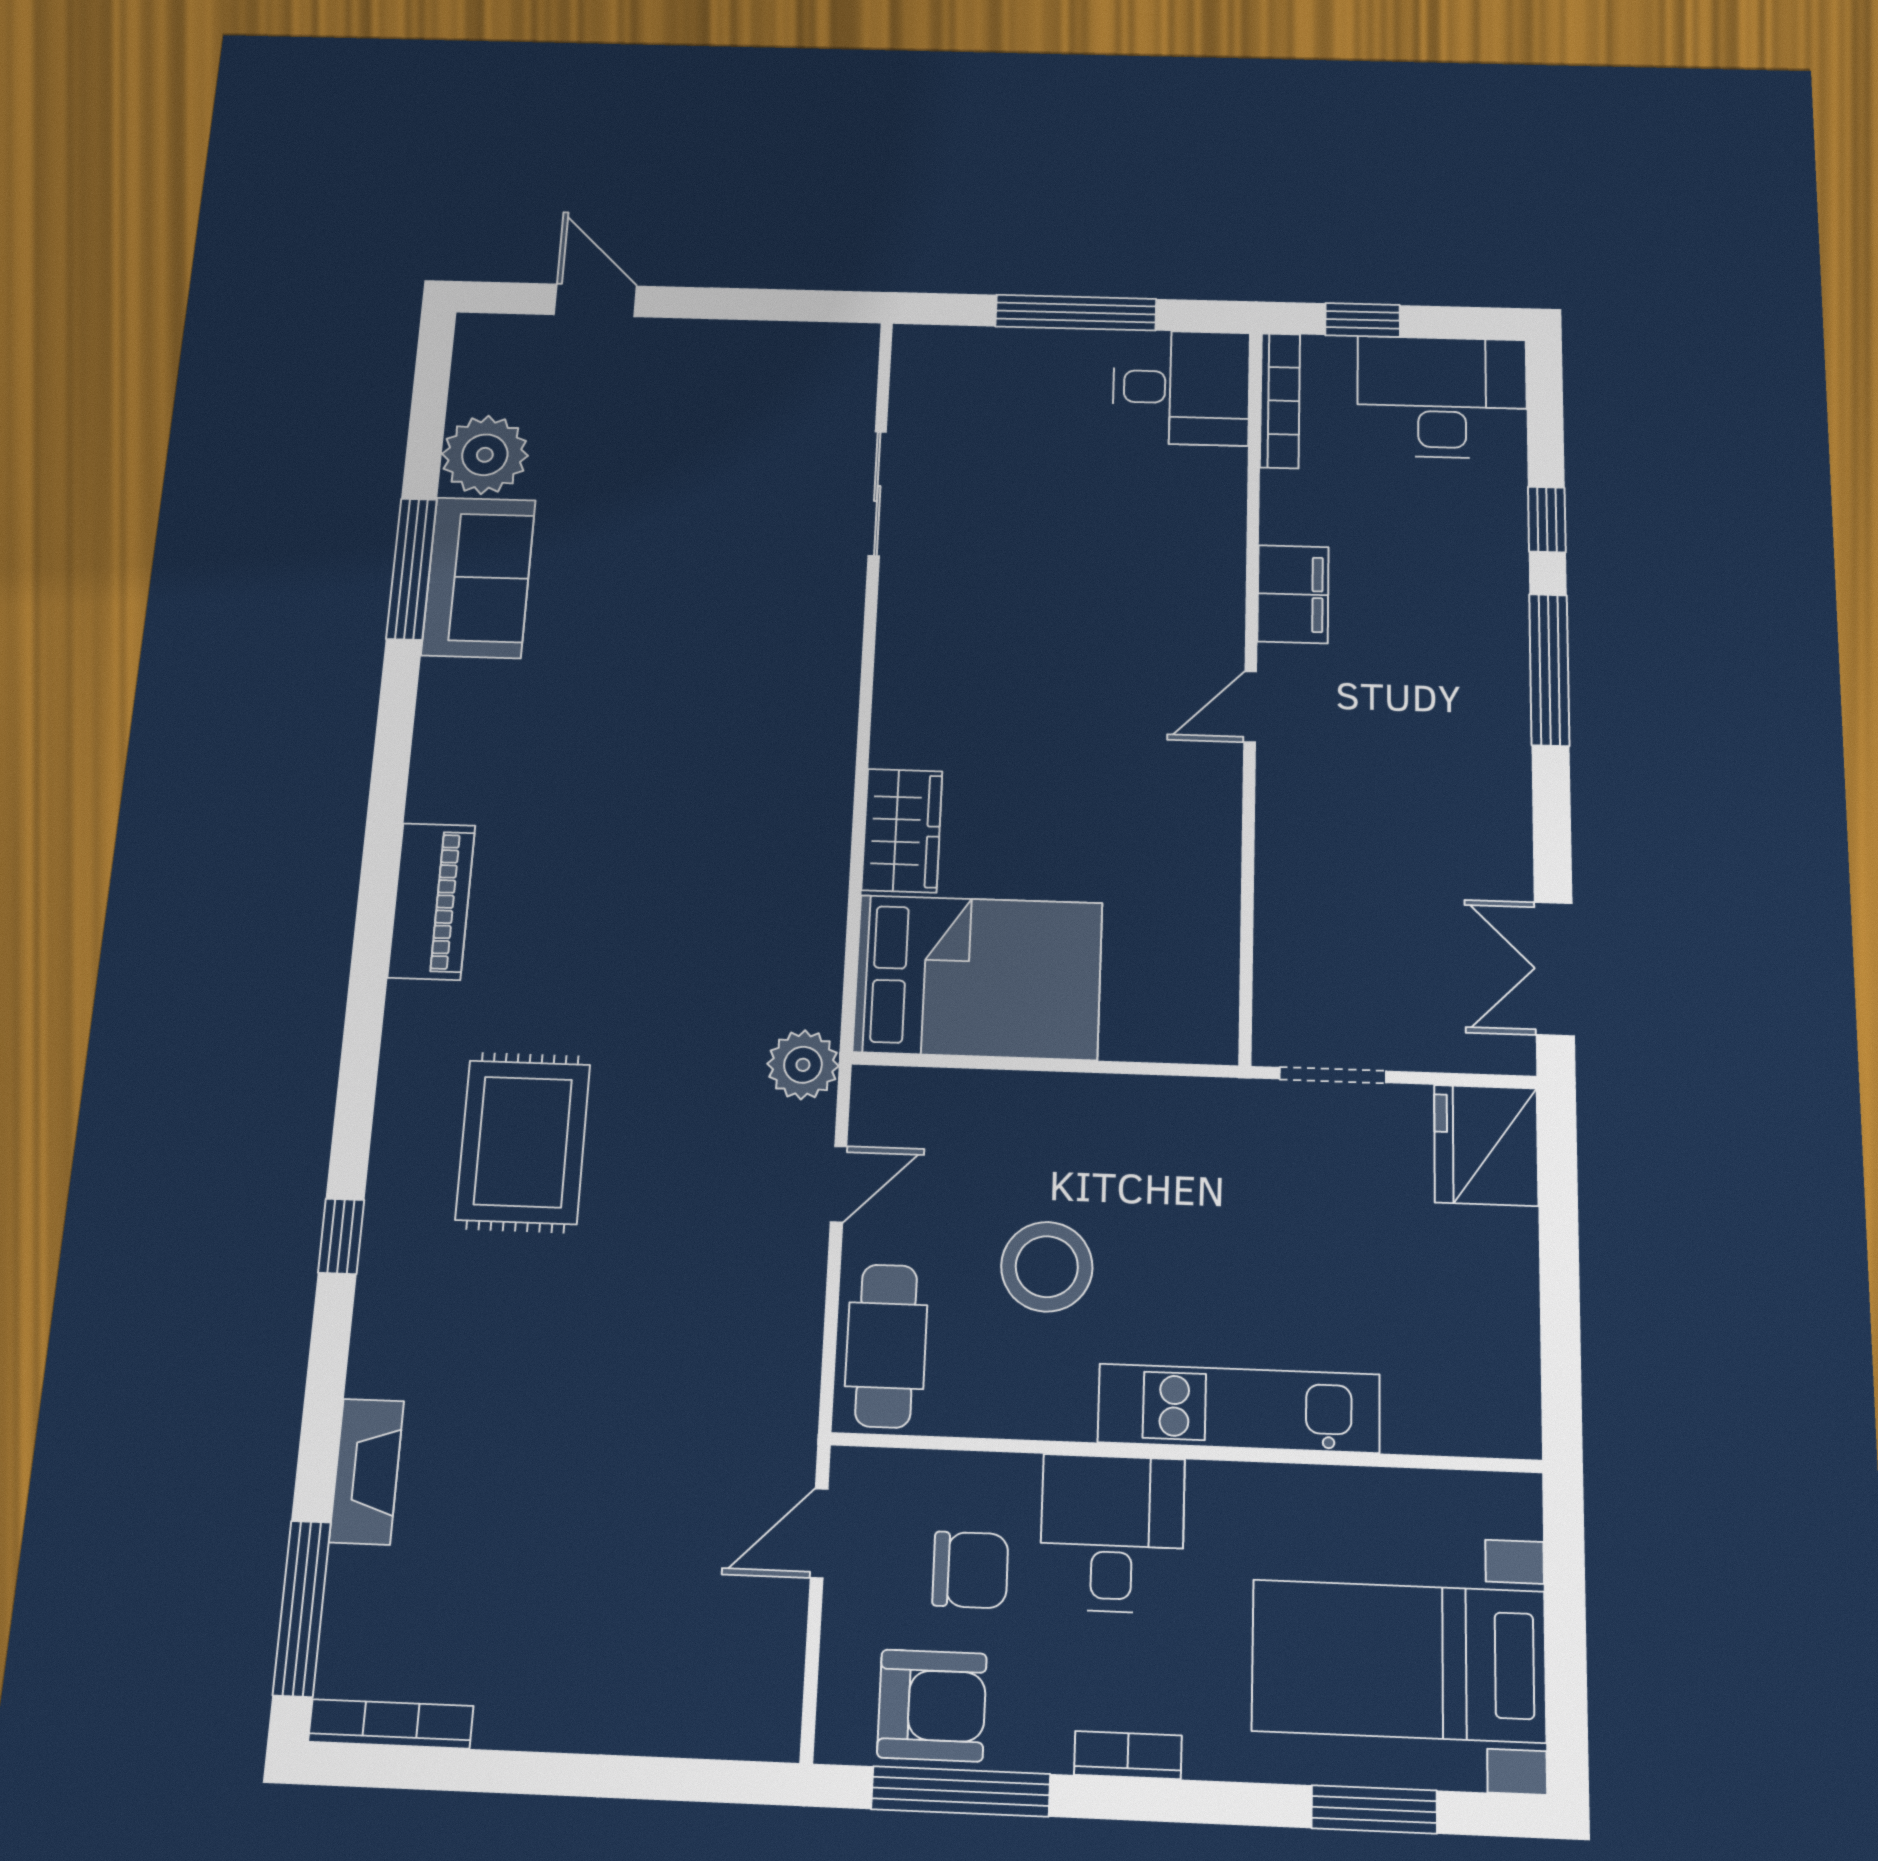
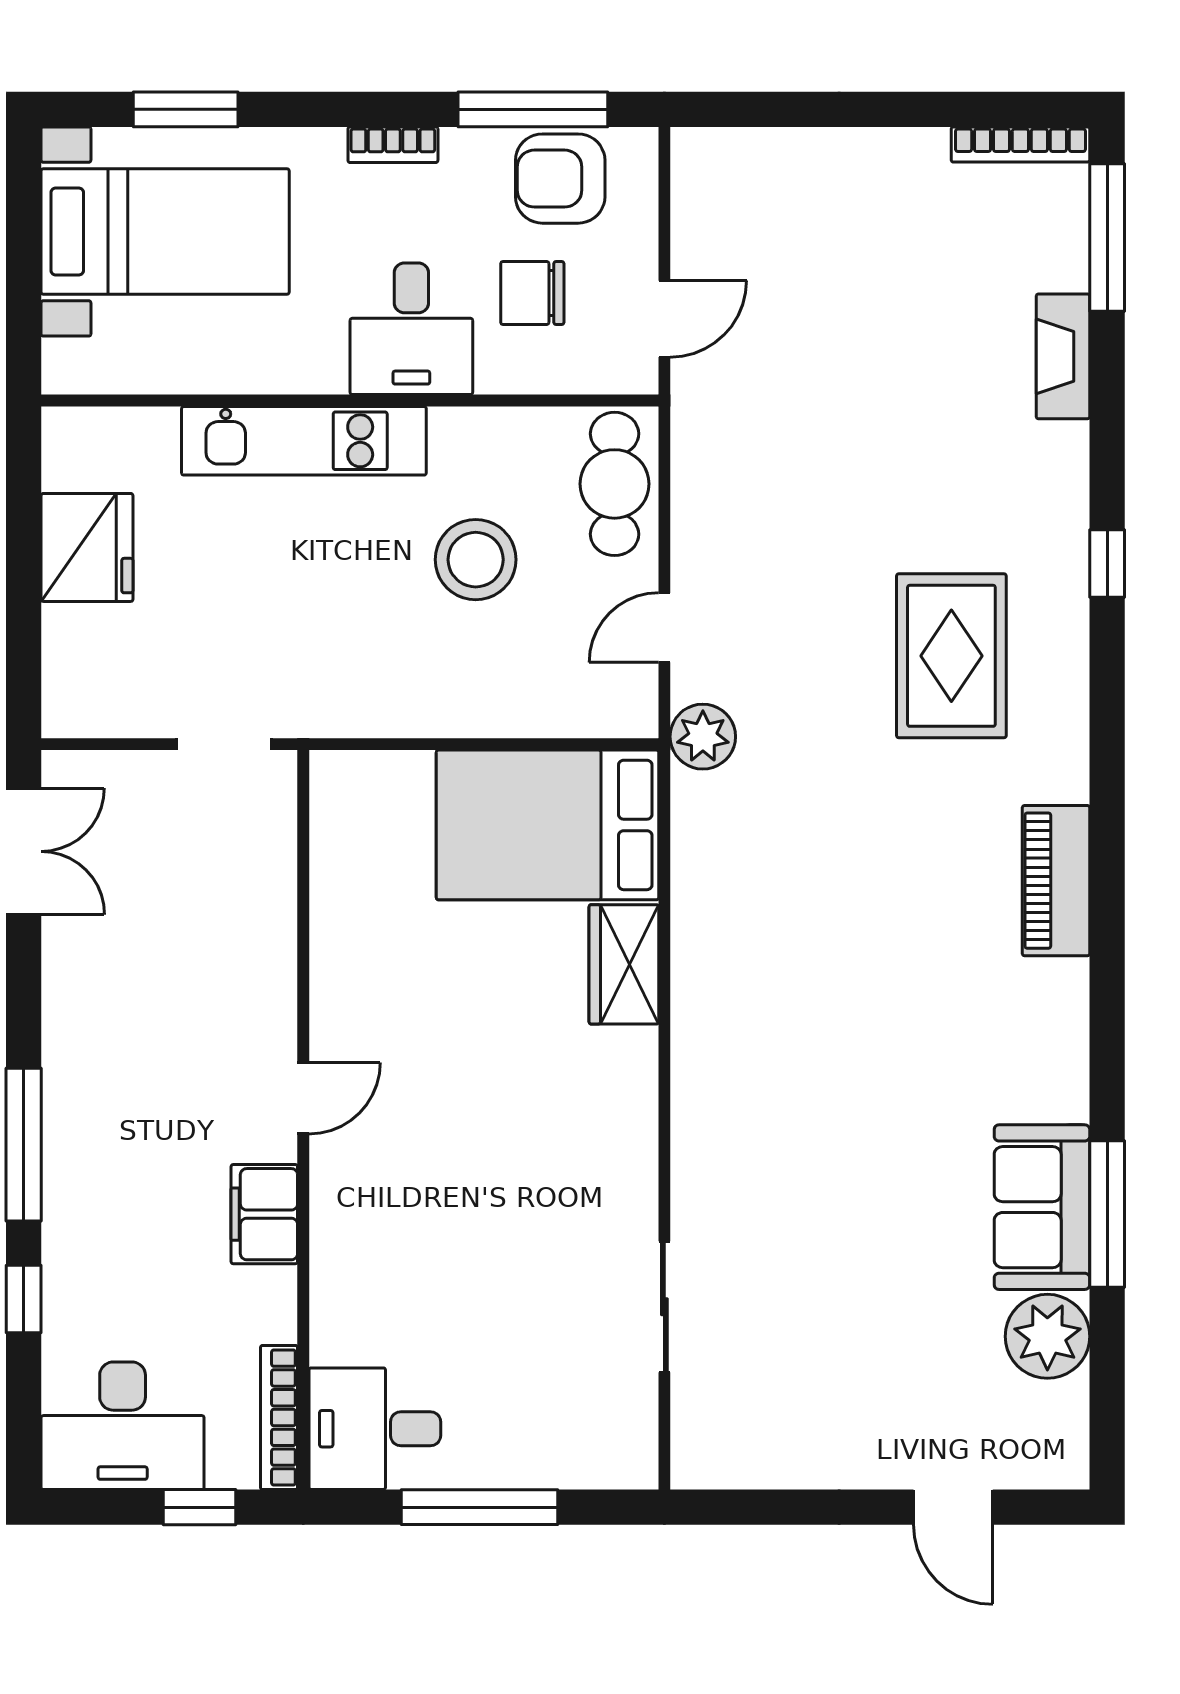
fridge: (1486, 1145) -> (87, 547), moved

